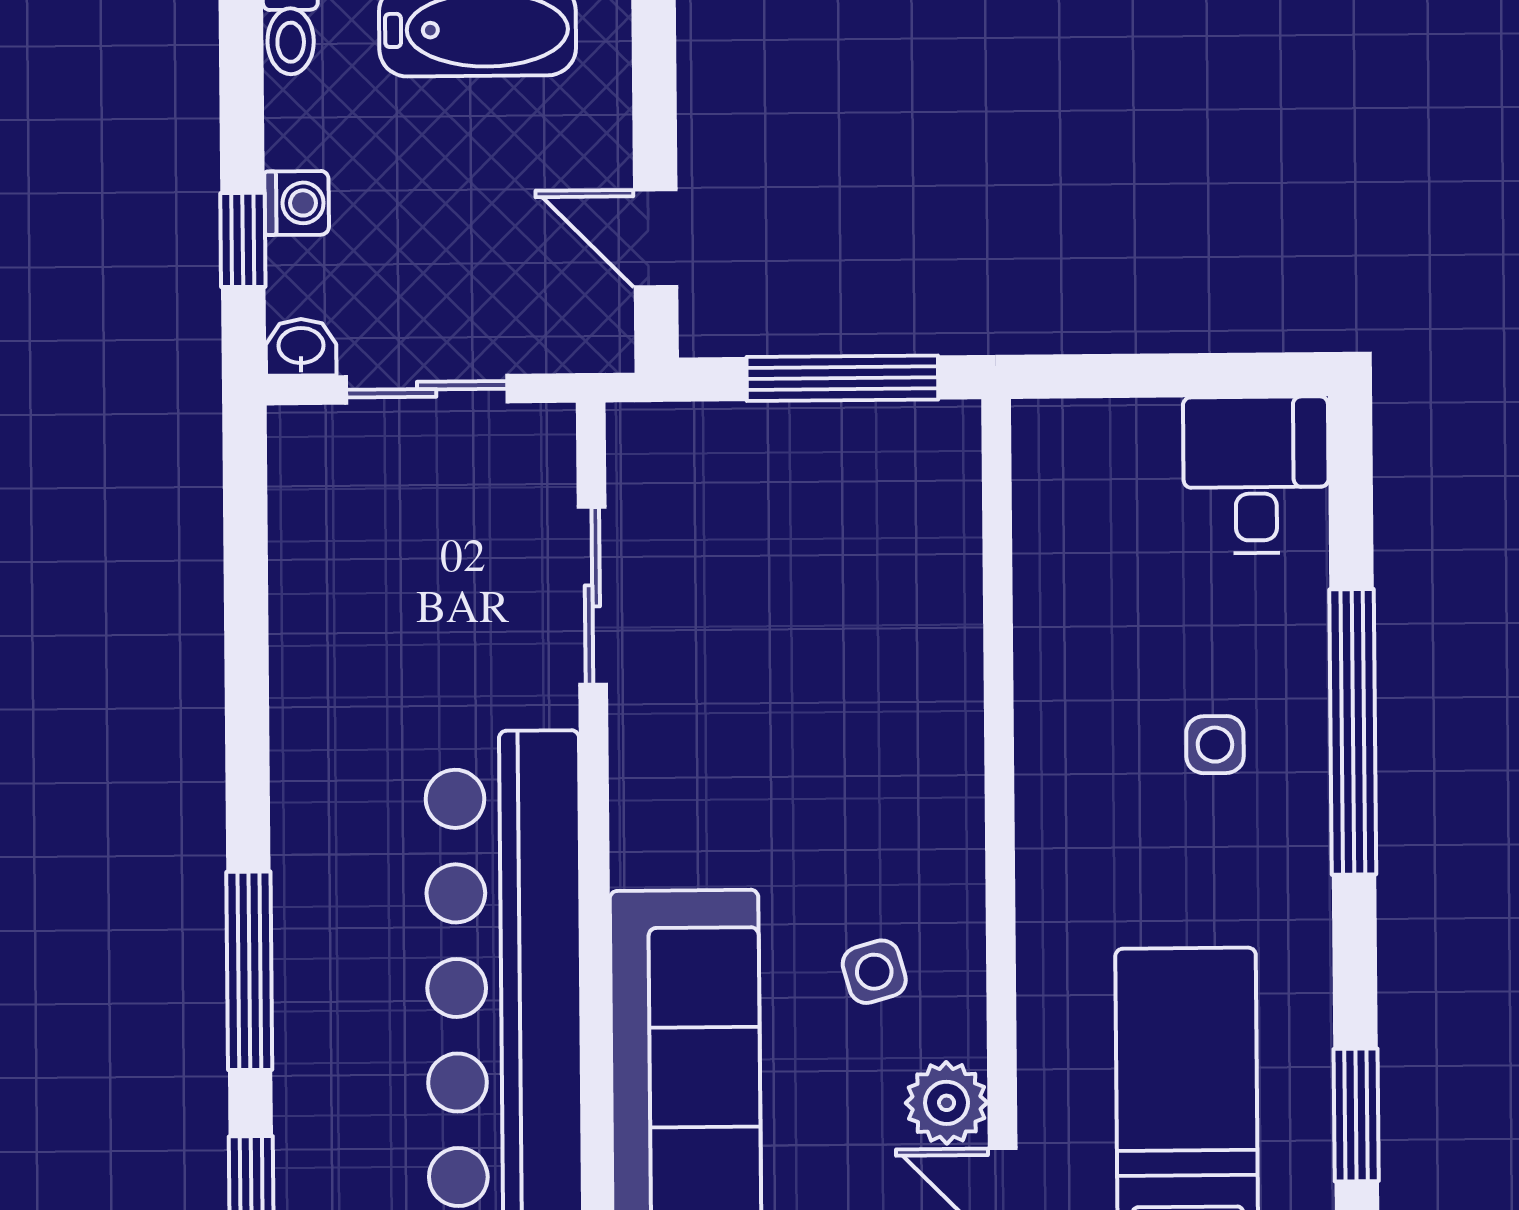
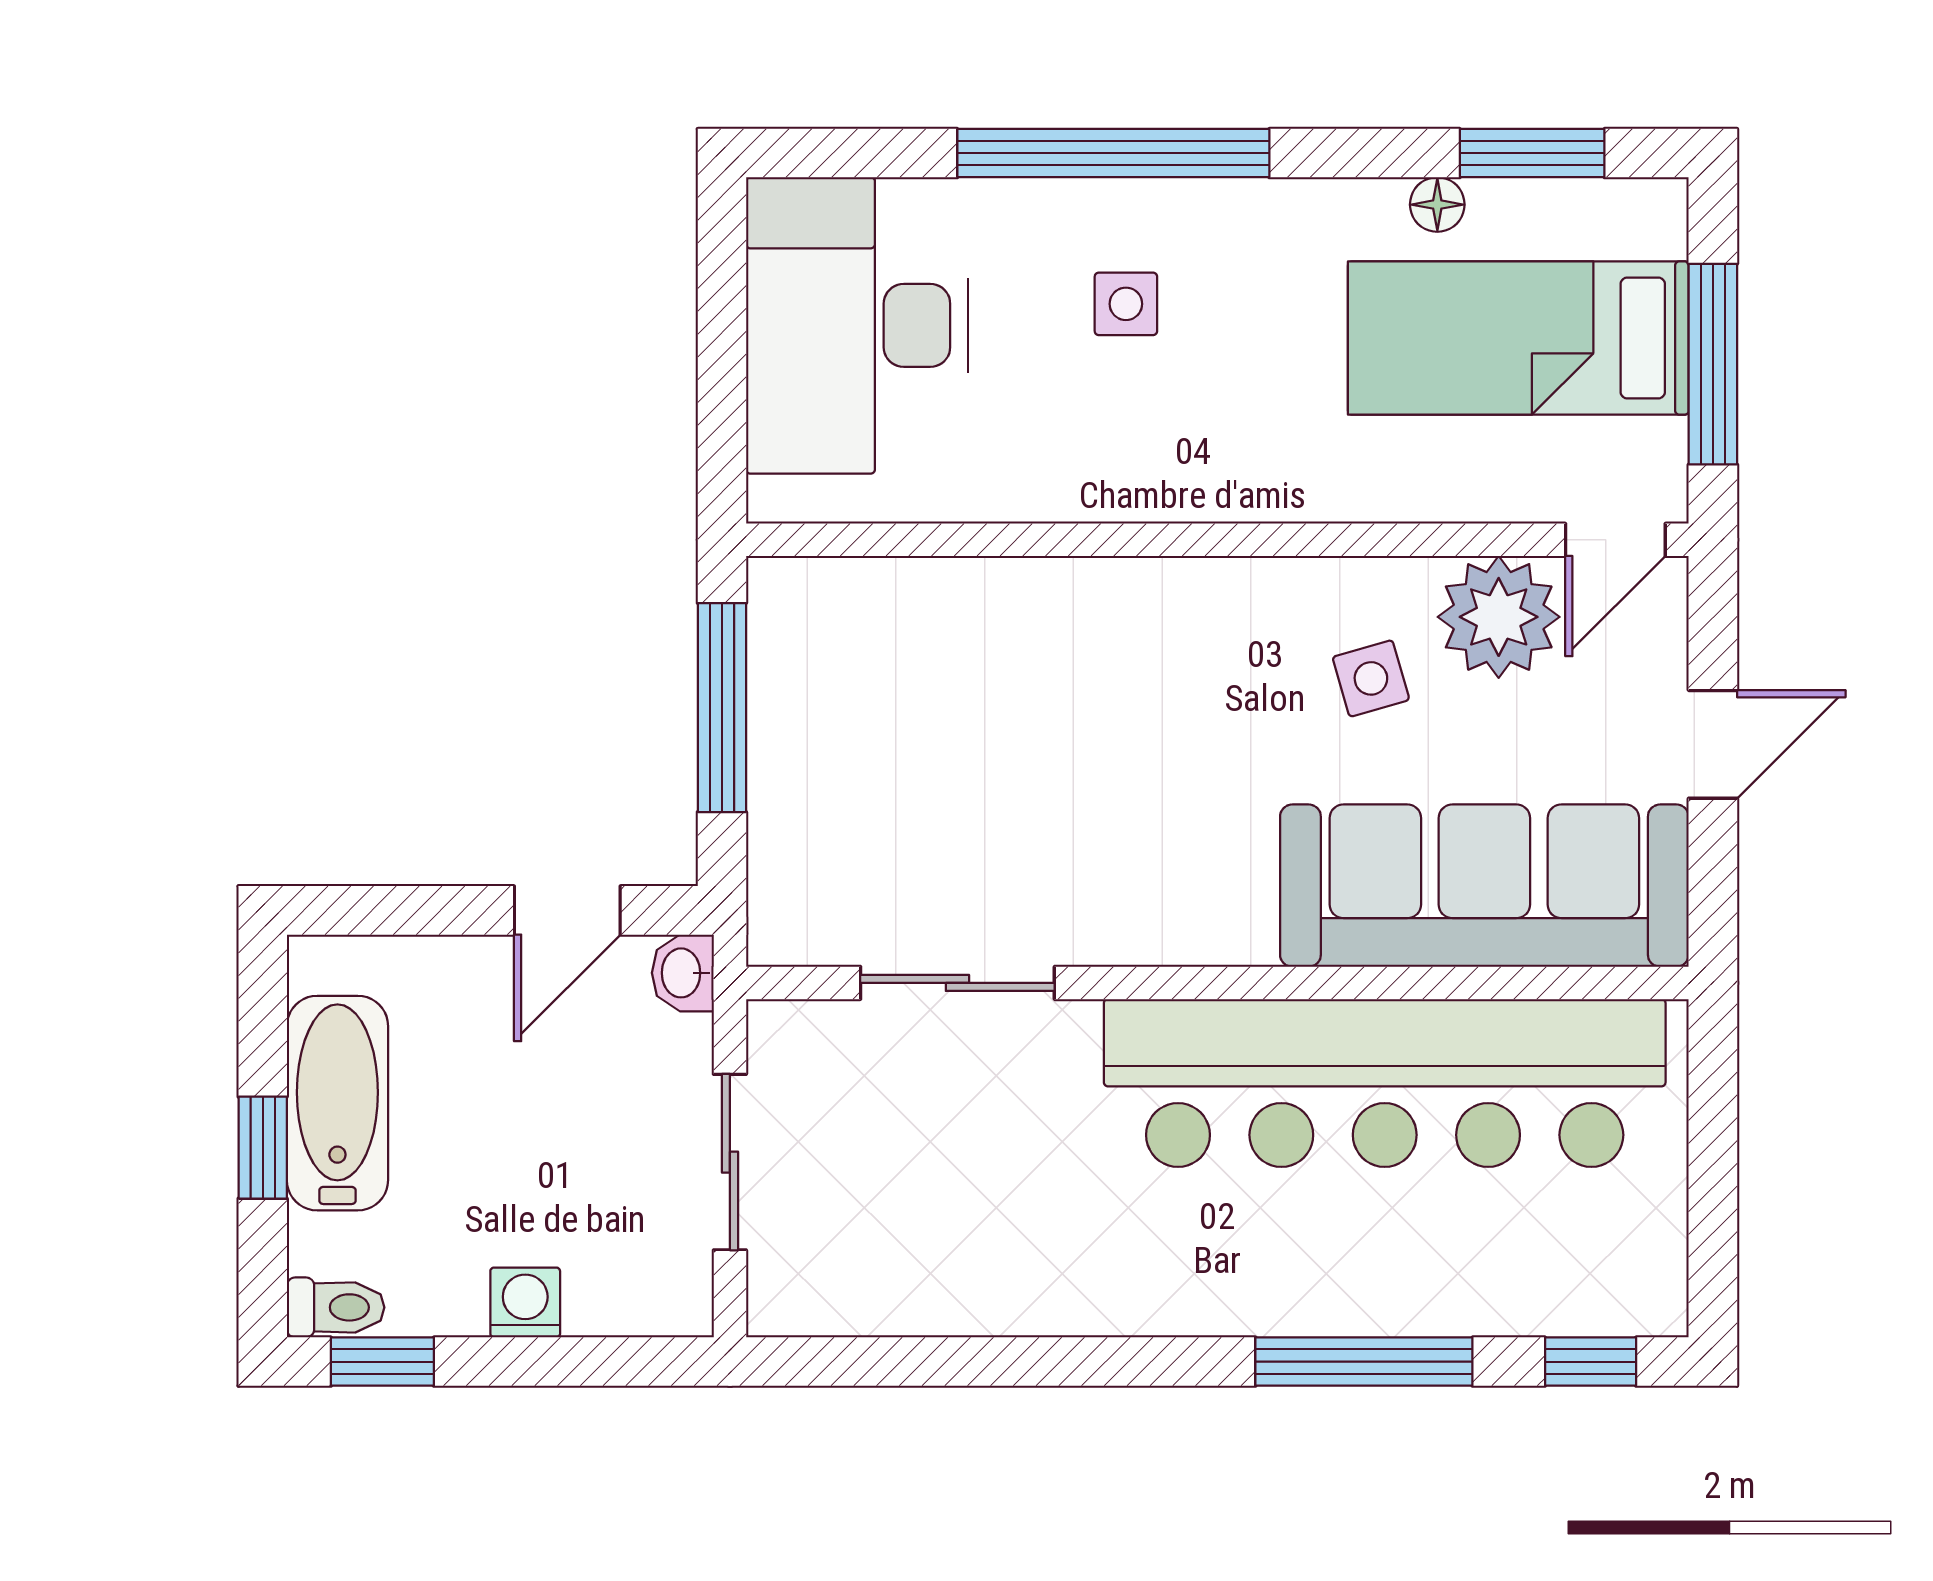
window: (243, 240) -> (382, 1362), moved
washbasin: (301, 347) -> (683, 973), moved
desk: (1256, 475) -> (857, 325), width x1.87, depth x1.30
floor lamp: (1308, 1029) -> (1437, 205), added
plant: (947, 1103) -> (1499, 617), width x1.36, depth x1.36

